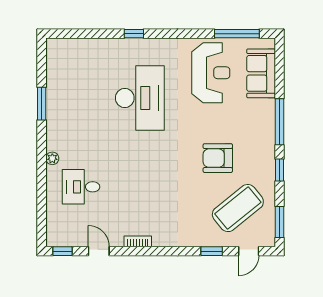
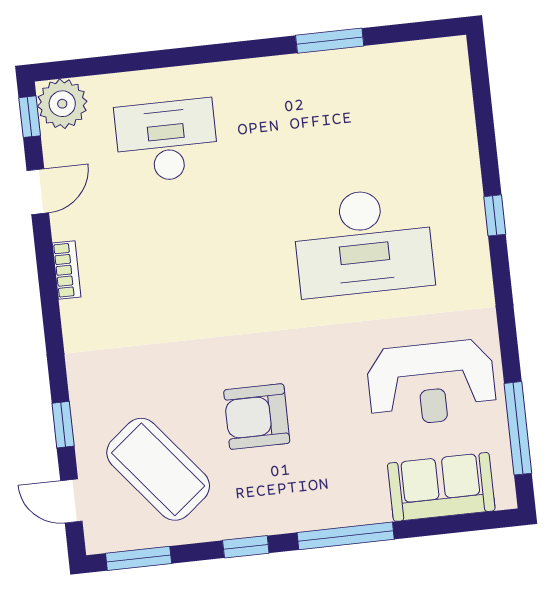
plant: (52, 158) -> (62, 104), moved, width x1.88, depth x1.88
armchair: (218, 158) -> (257, 417), turned -90
desk: (81, 187) -> (167, 141), width x1.37

